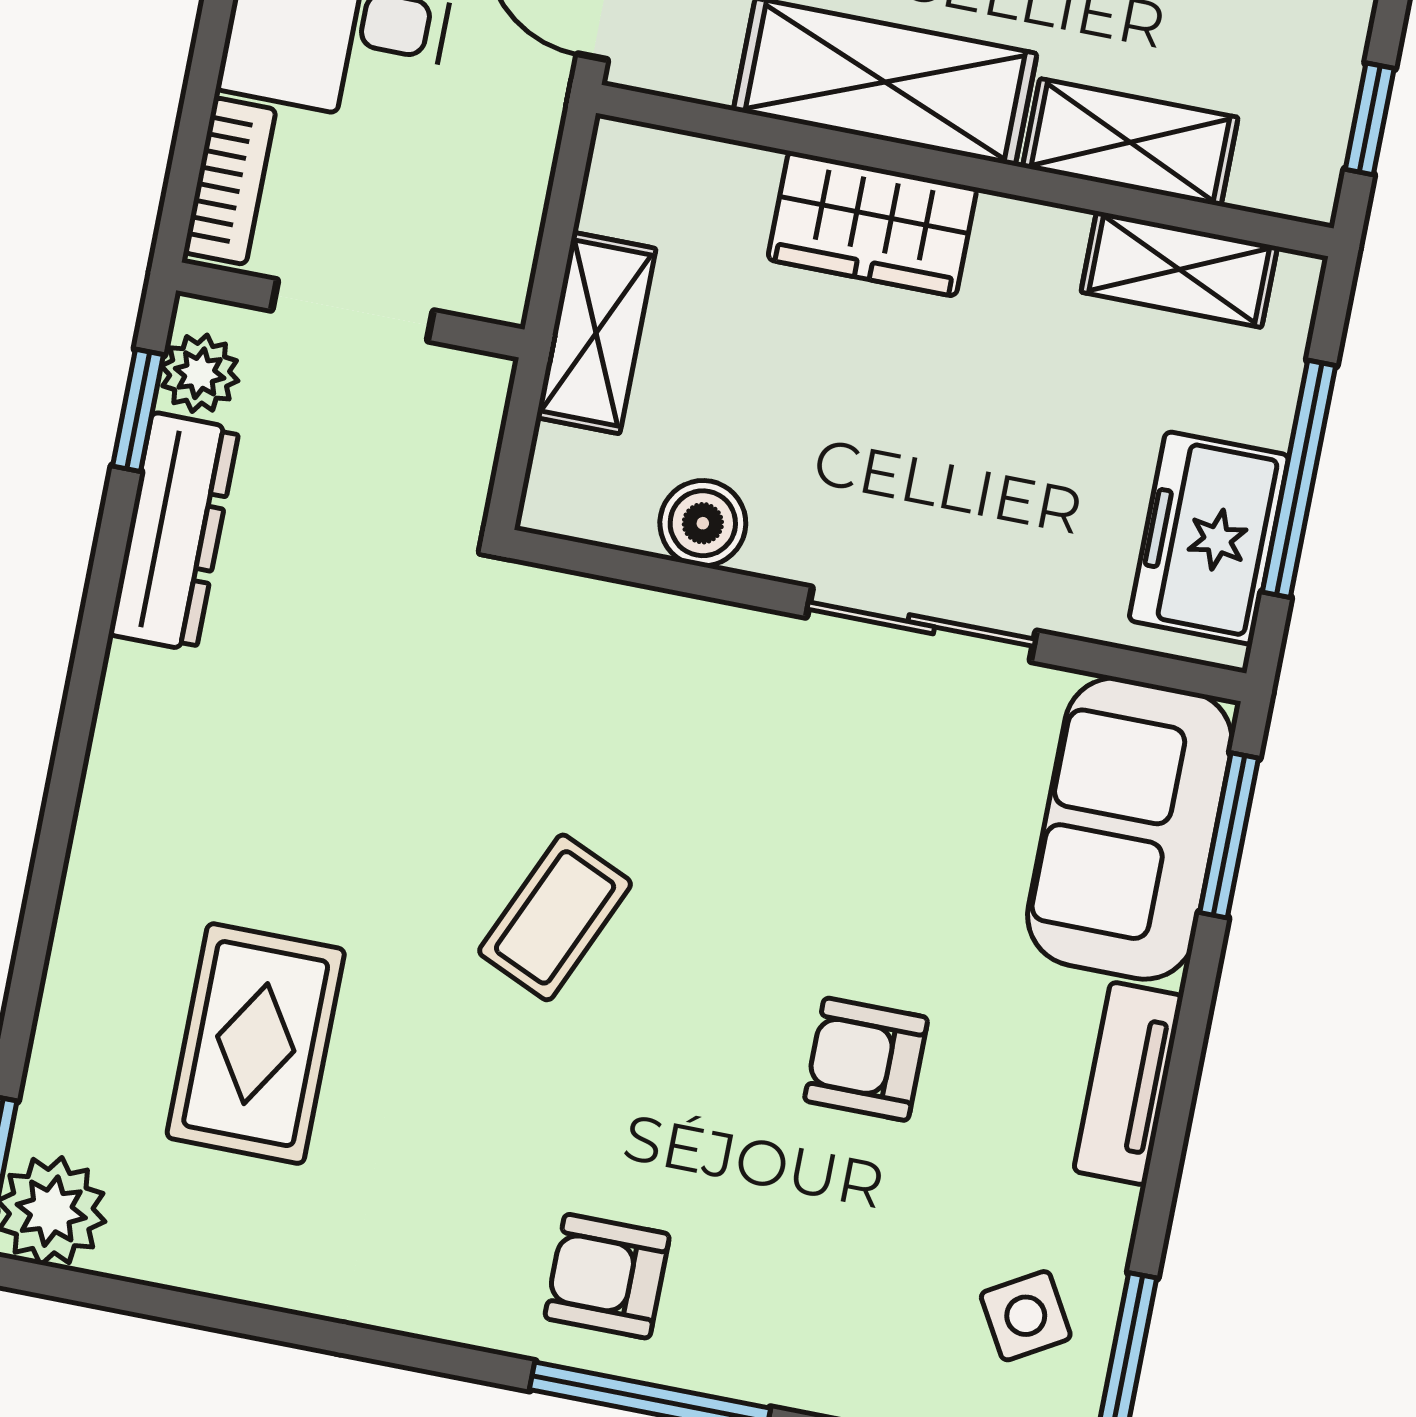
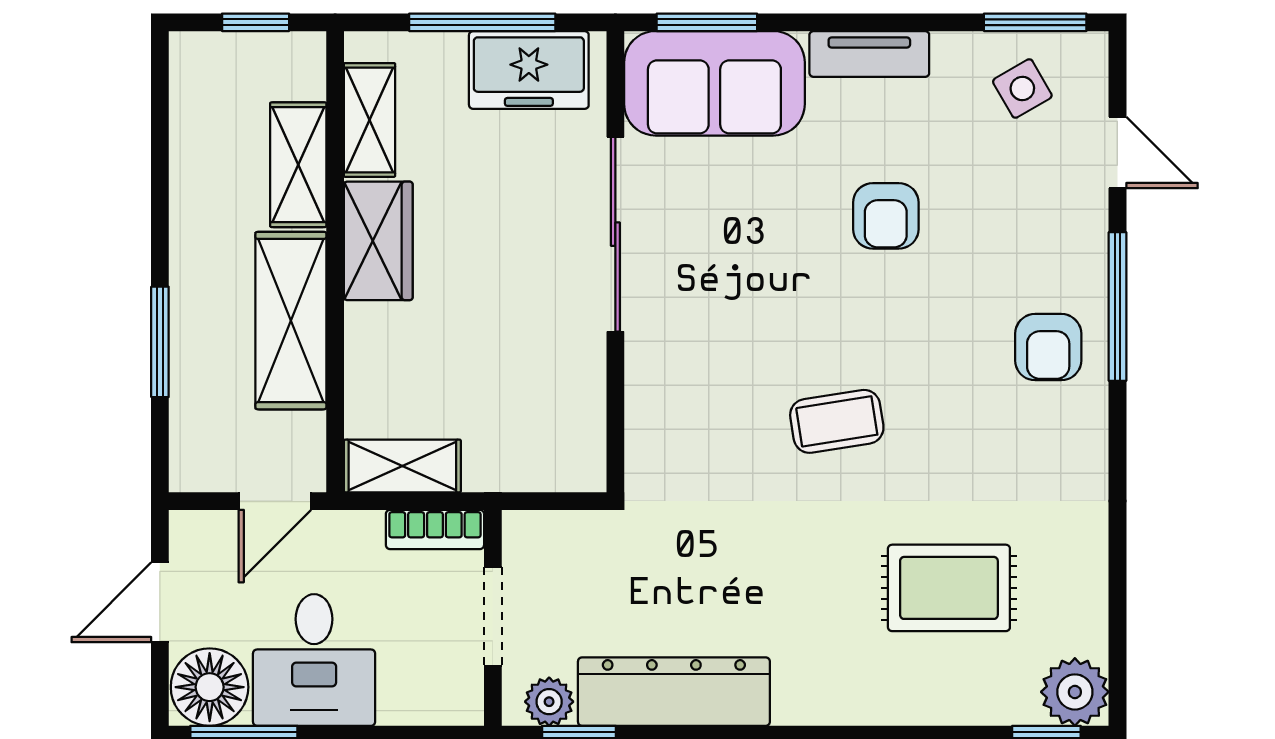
bookcase: (230, 181) -> (435, 529), moved, turned 180
wardrobe: (872, 224) -> (378, 241), moved
shelving: (596, 333) -> (402, 466), moved
boiler: (703, 523) -> (580, 379), removed
dresser: (174, 532) -> (674, 692), width x1.37, depth x1.24
sliding door: (921, 624) -> (615, 234), width x1.37
coffee table: (555, 917) -> (837, 421), turned -33

